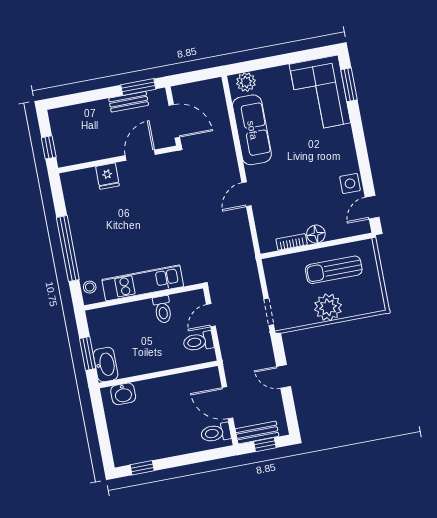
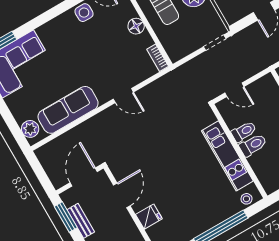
door: (140, 155) -> (122, 195), swing flipped
bookcase: (292, 242) -> (158, 58), moved
toilet: (198, 342) -> (253, 145), moved, turned -90

